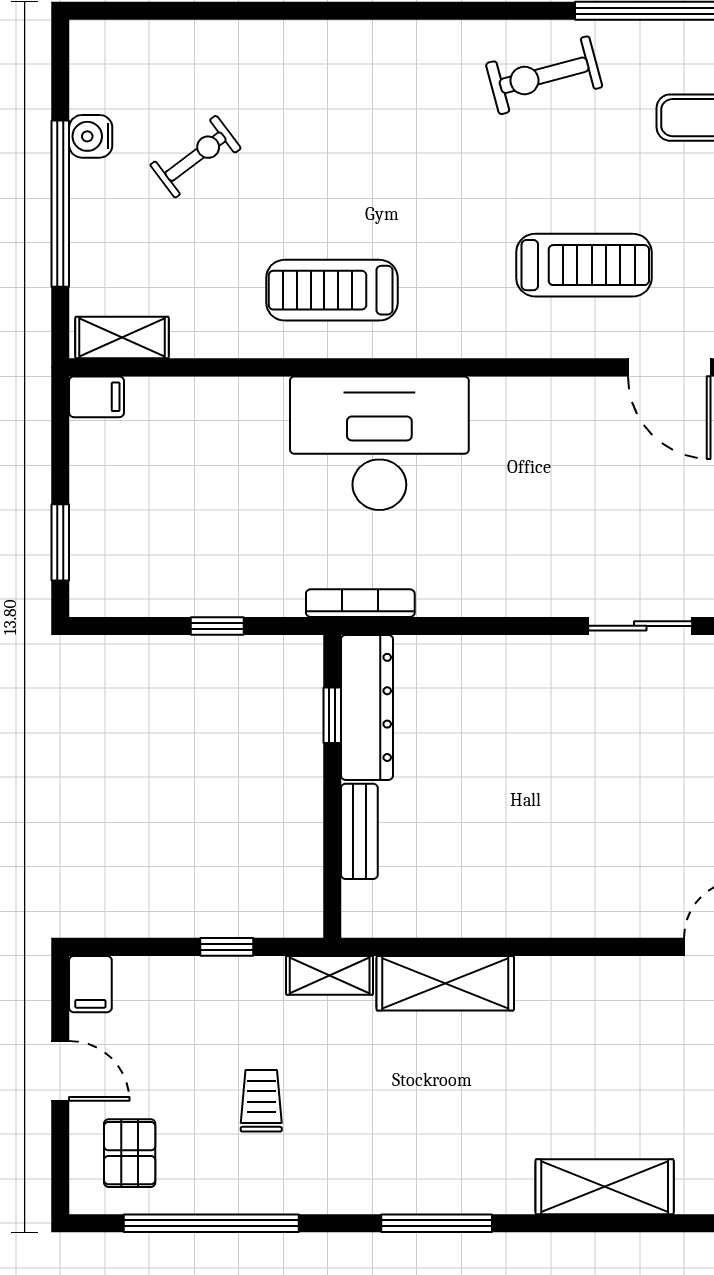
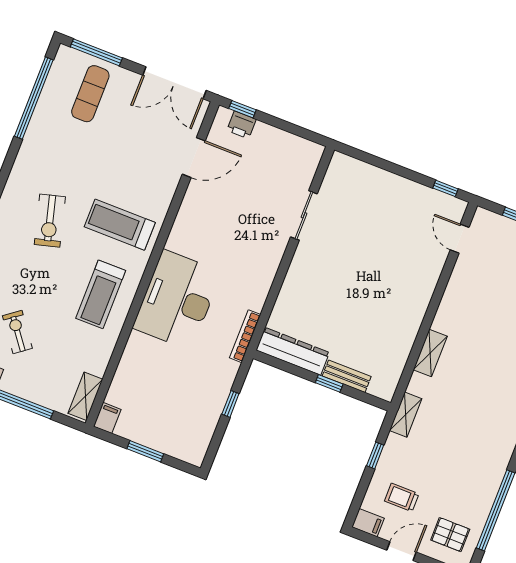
exercise bike: (544, 75) -> (50, 221), moved
treadmill: (584, 265) -> (120, 225), moved, turned -90
window: (60, 542) -> (145, 451), moved
window: (332, 715) -> (329, 383), moved
shelving: (445, 983) -> (430, 353), width x0.67, depth x0.75
trolley: (261, 1101) -> (402, 497), moved

